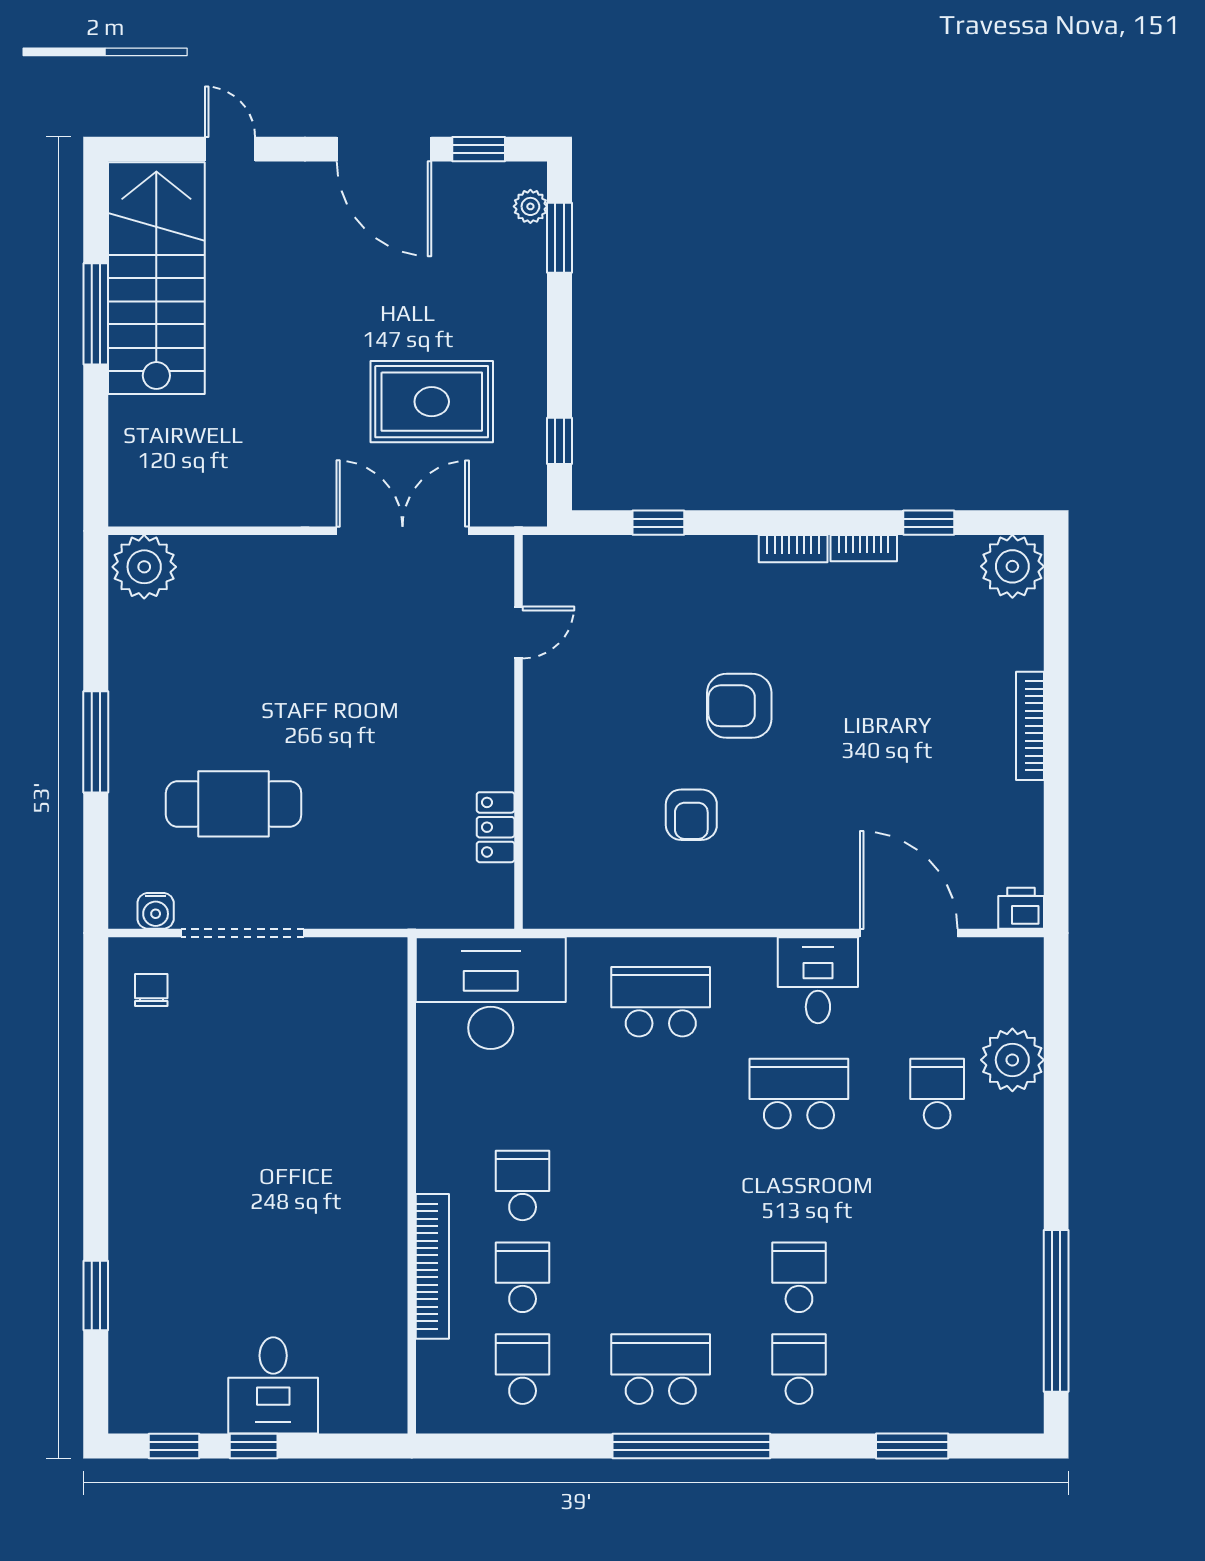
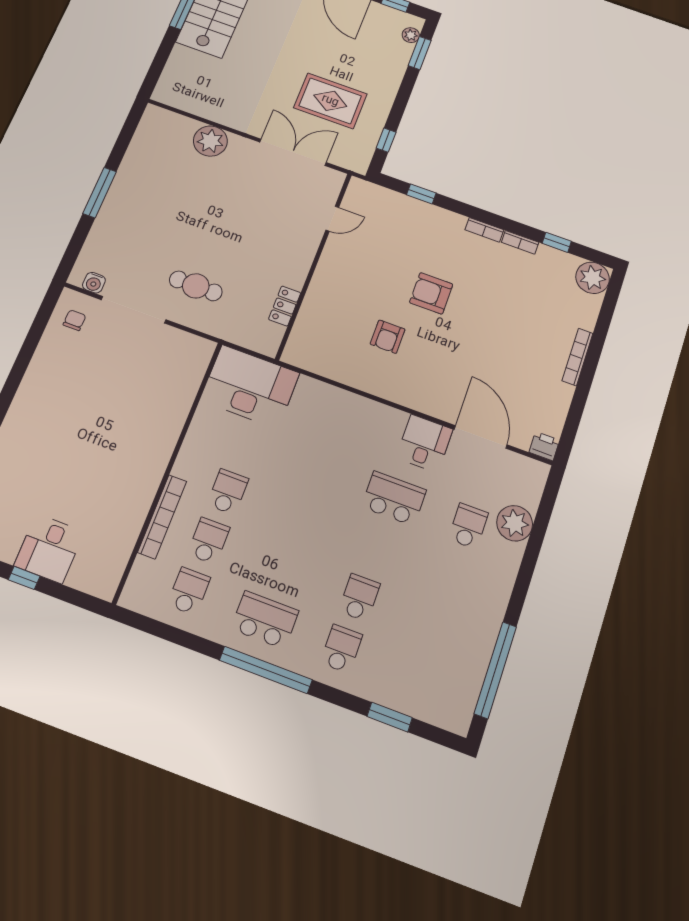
plant: (144, 567) -> (210, 141), moved
cafe table: (234, 804) -> (196, 286), moved, width x0.73, depth x0.74
school desk: (661, 1002) -> (337, 424), removed

